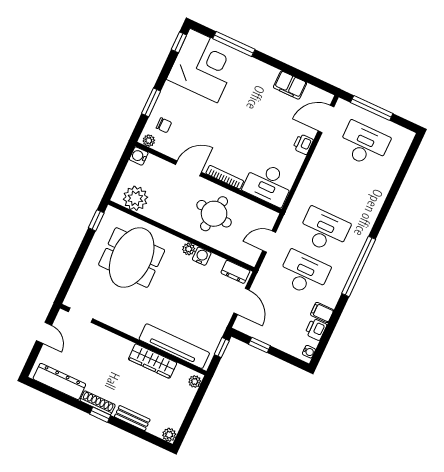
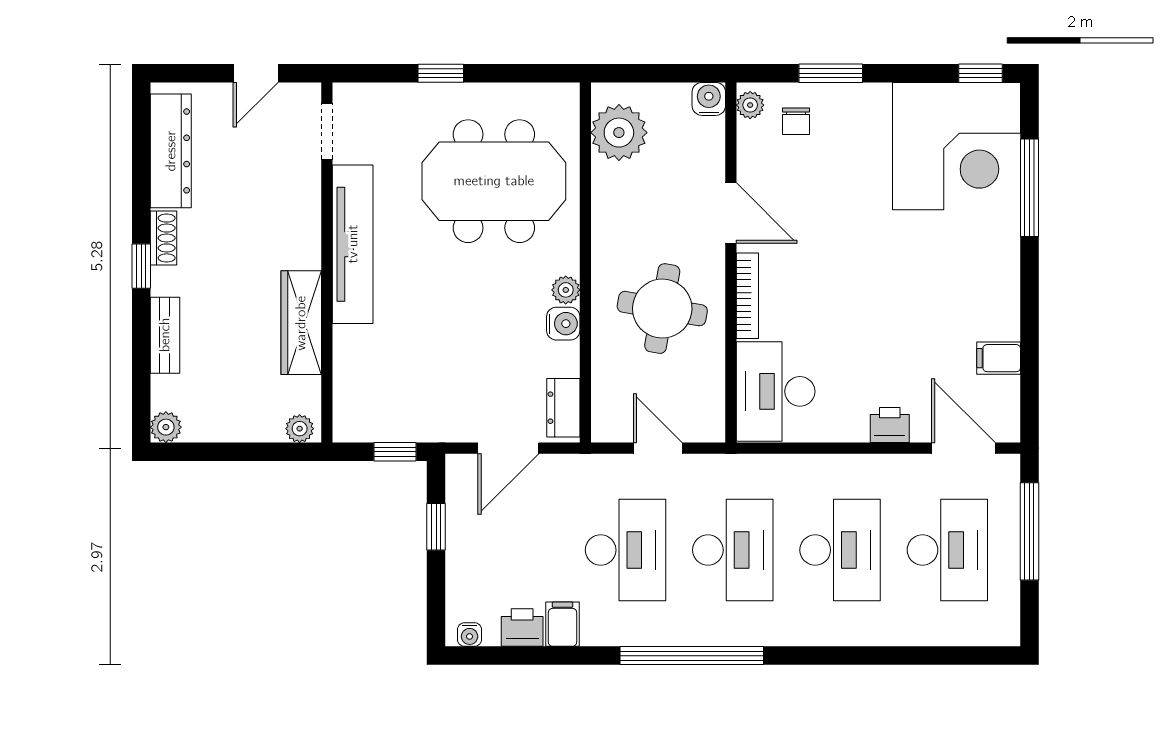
filing cabinet: (290, 85) -> (999, 358), width x0.50
desk: (344, 187) -> (840, 550), added
window: (96, 220) -> (441, 73), moved
tv unit: (174, 346) -> (353, 244), moved
shoe rack: (98, 403) -> (163, 238), width x0.70

